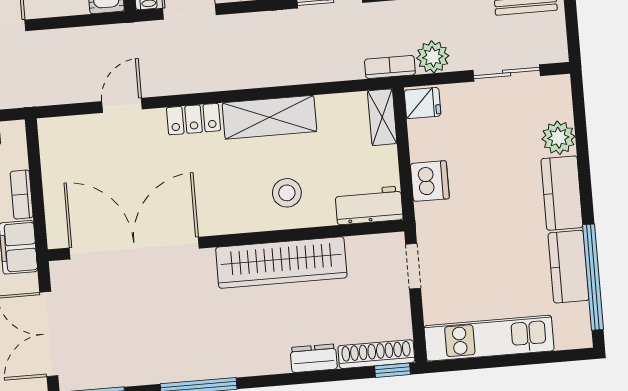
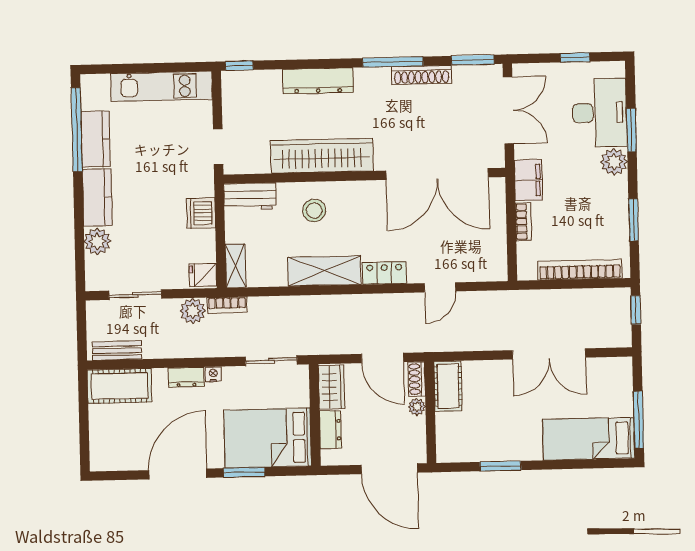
shoe rack: (376, 354) -> (421, 75), moved
dresser: (314, 358) -> (318, 81), width x1.96, depth x1.24

